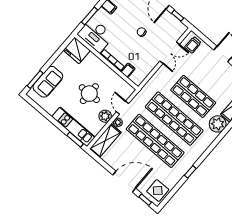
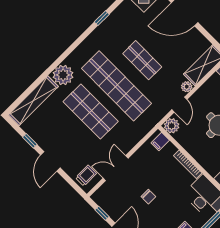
filing cabinet: (128, 70) -> (160, 142), moved
plant: (105, 116) -> (172, 126), moved
shop shelf: (155, 141) -> (142, 60), width x0.50, depth x0.74

